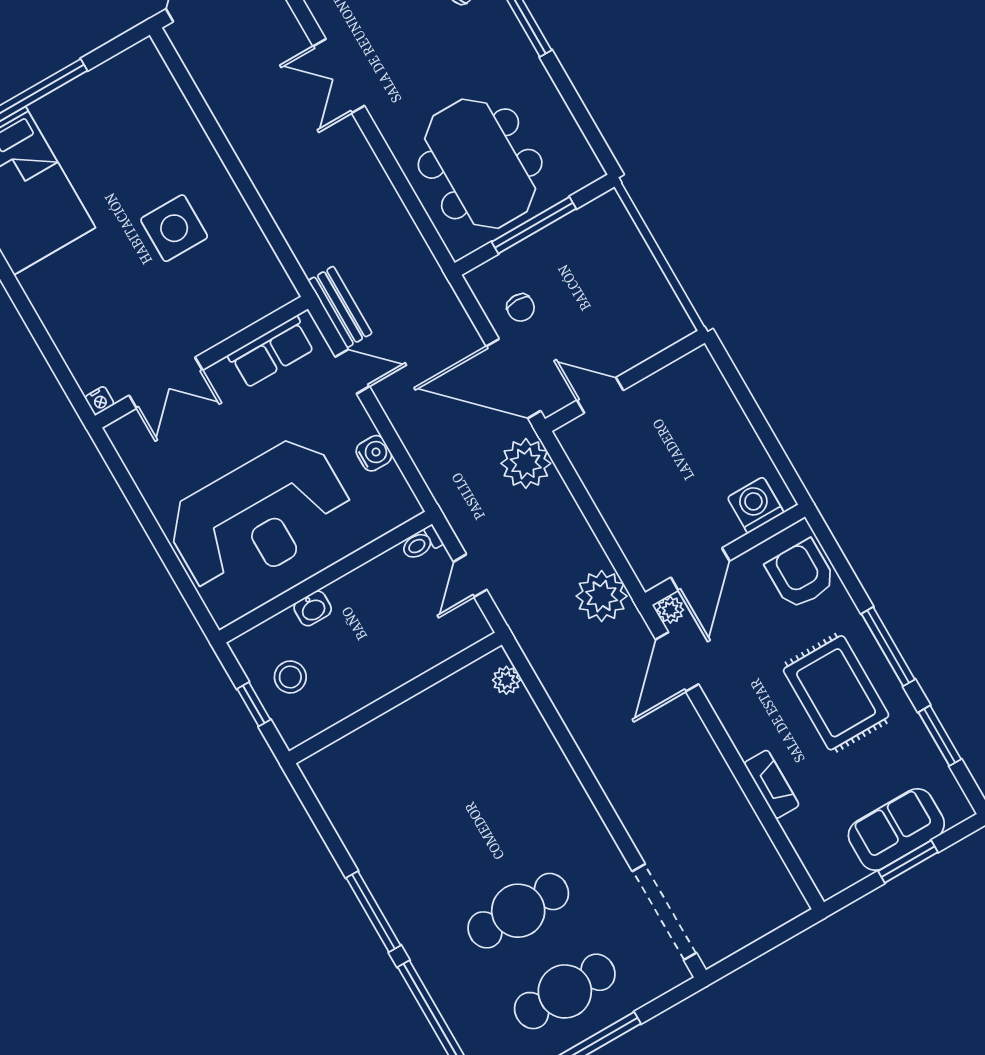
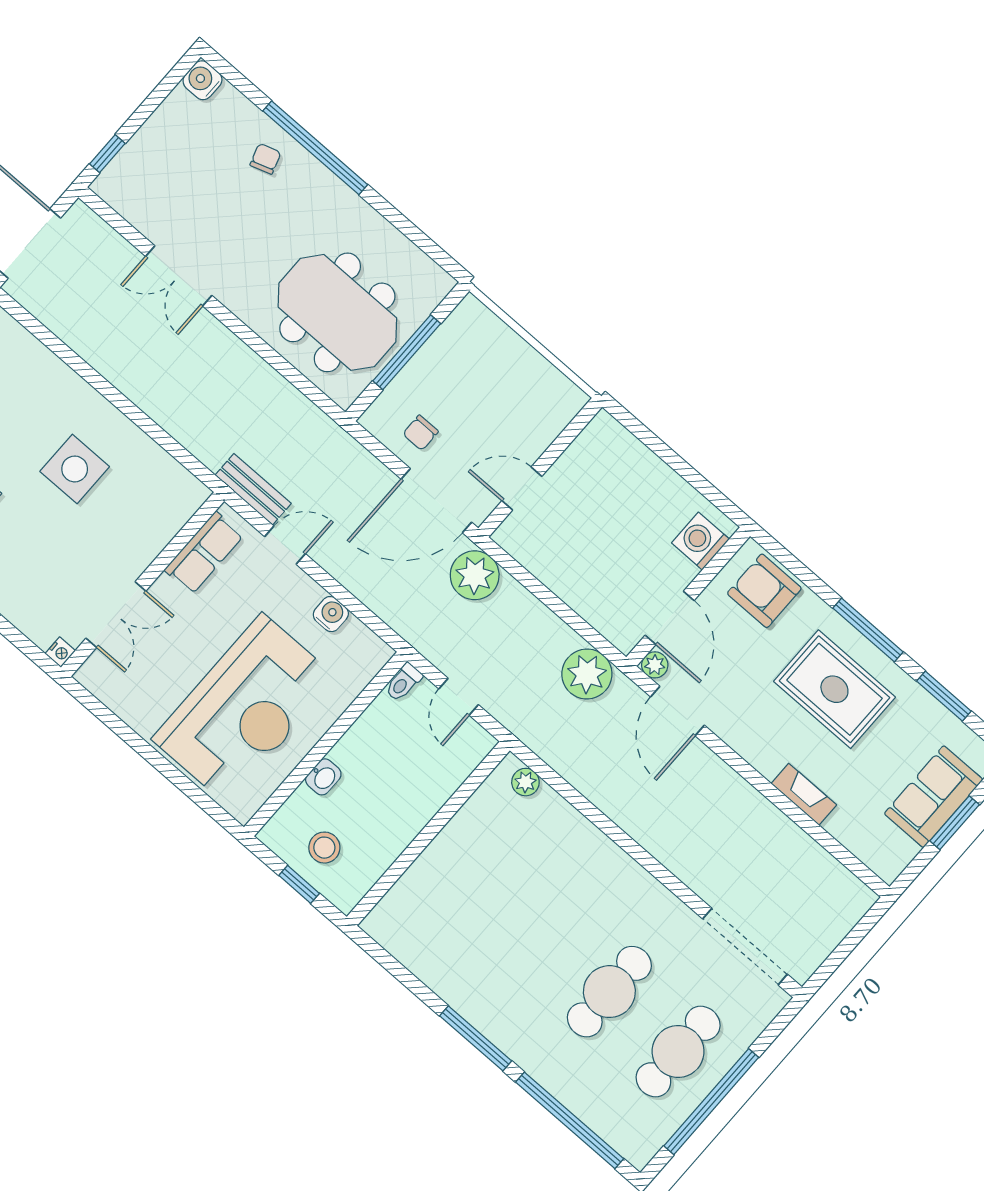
chair: (521, 308) -> (421, 433), turned 90

